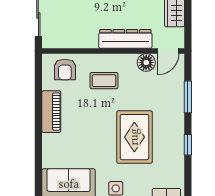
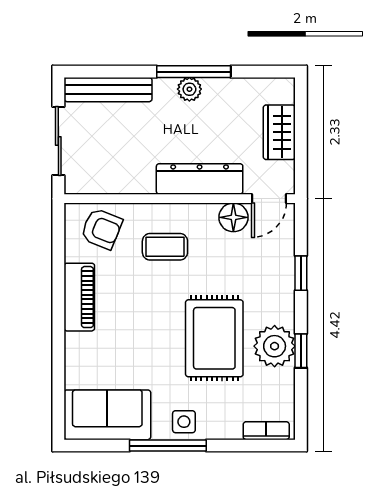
armchair: (65, 70) -> (101, 229), turned -68
window: (188, 97) -> (301, 273), width x0.67
plant: (172, 142) -> (275, 346), added

